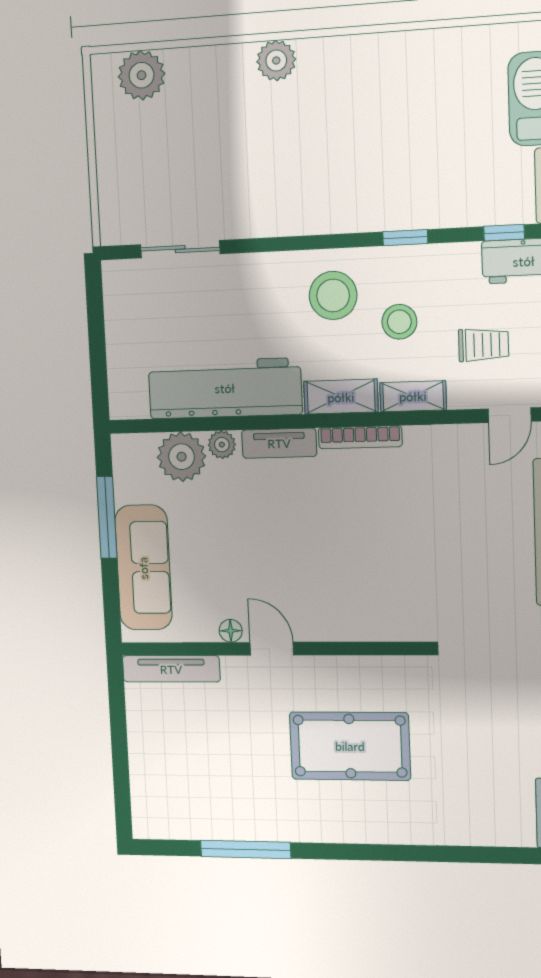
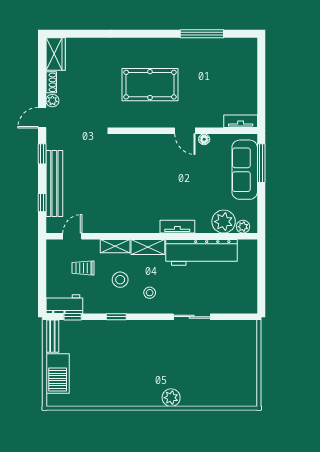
plant: (142, 75) -> (233, 396), removed
sliding door: (180, 249) -> (192, 317), moved
stool: (333, 295) -> (150, 293), width x0.53, depth x0.53
bookcase: (360, 437) -> (140, 228), removed
plant: (222, 445) -> (243, 227), moved
window: (107, 518) -> (261, 163), moved
tv unit: (171, 669) -> (241, 121), width x0.71

